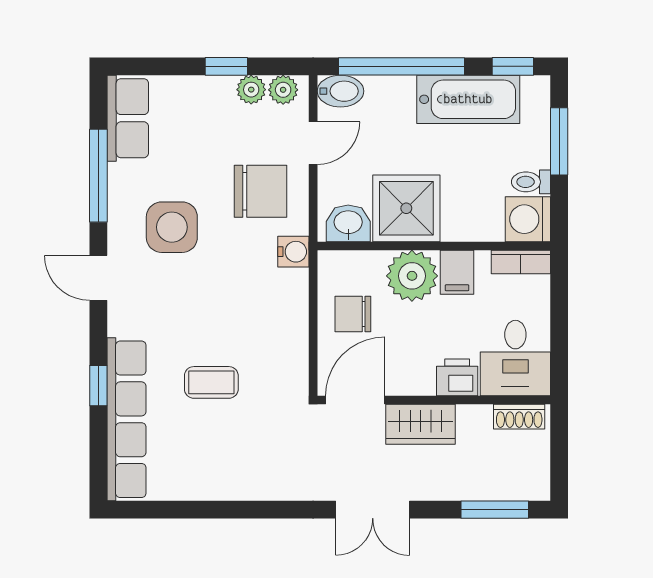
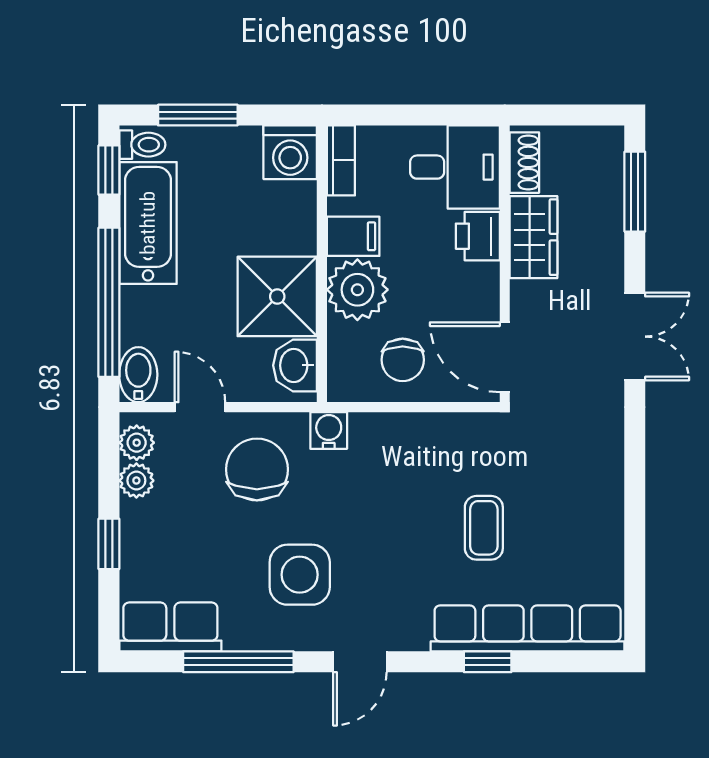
window: (226, 66) -> (109, 544), moved
toilet: (531, 182) -> (142, 145), moved, turned -90
wardrobe: (420, 424) -> (534, 237), moved

